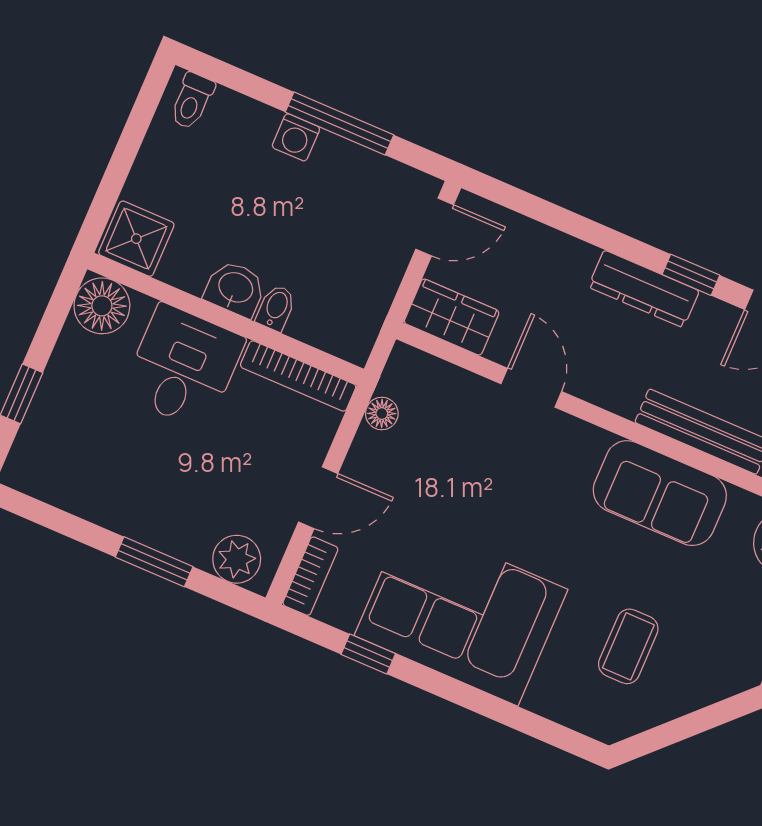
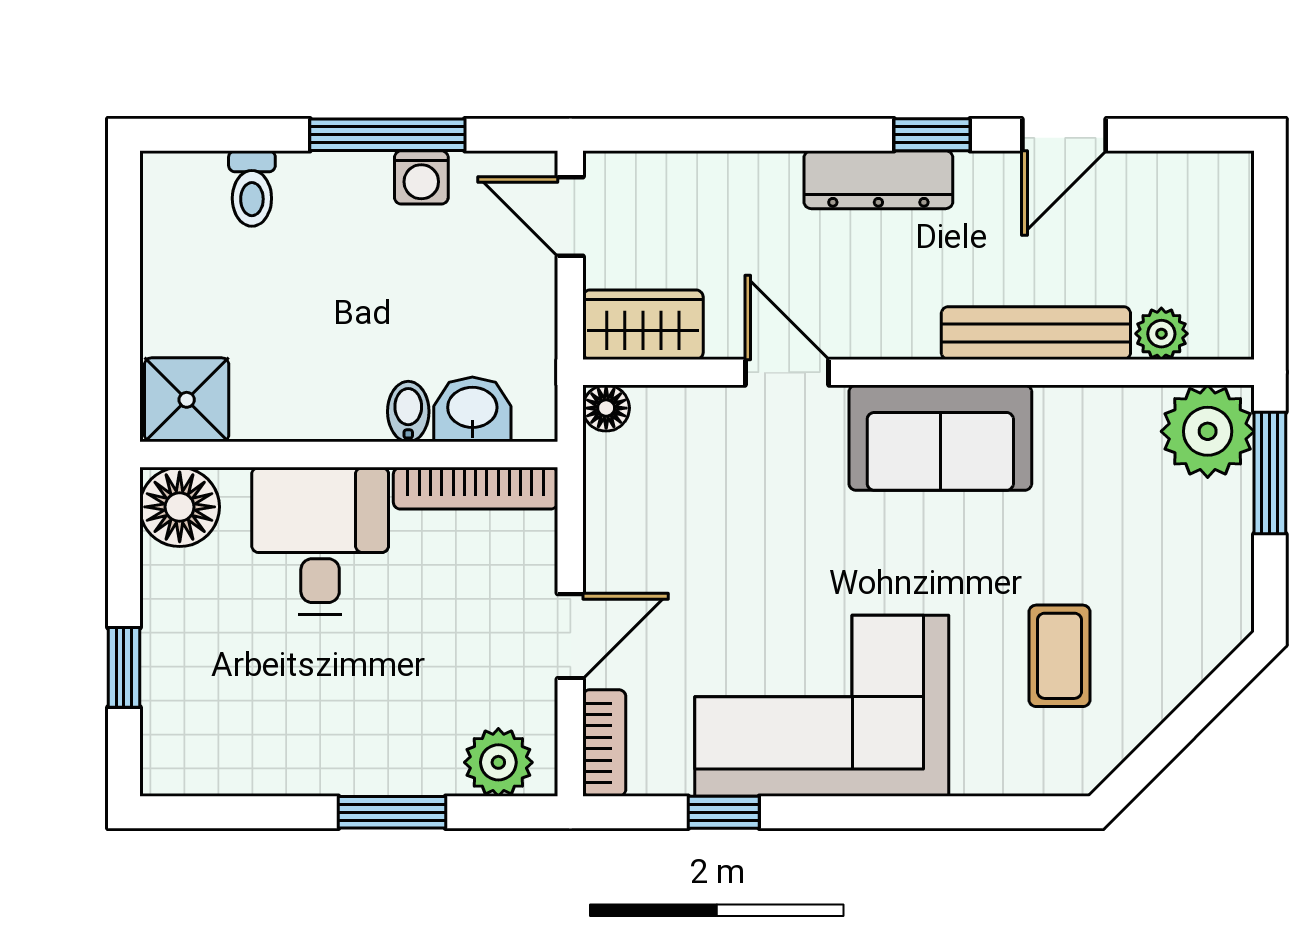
toilet: (192, 101) -> (252, 189), moved
washing machine: (296, 137) -> (421, 177), moved
door: (435, 227) -> (570, 216), swing flipped
washbasin: (235, 289) -> (472, 409), moved
floor lamp: (382, 414) -> (606, 408), moved
sofa: (660, 493) -> (940, 438), moved

